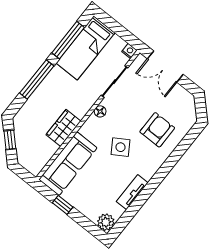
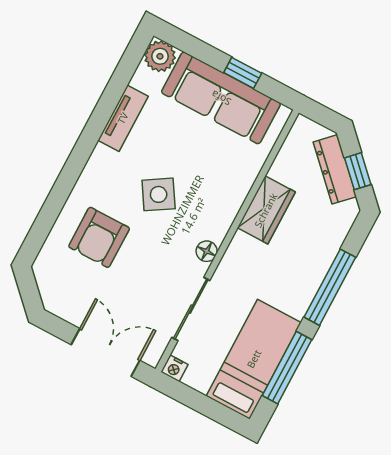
dresser: (22, 143) -> (335, 169), added
sofa: (68, 164) -> (221, 98), moved, turned -90

